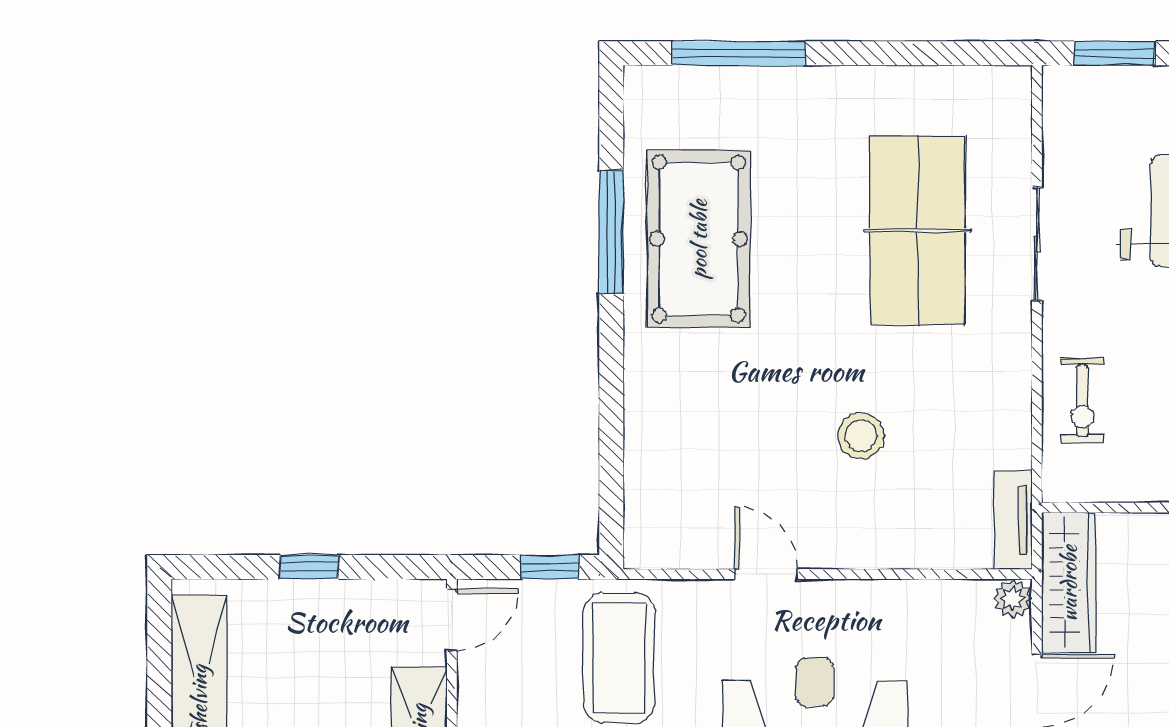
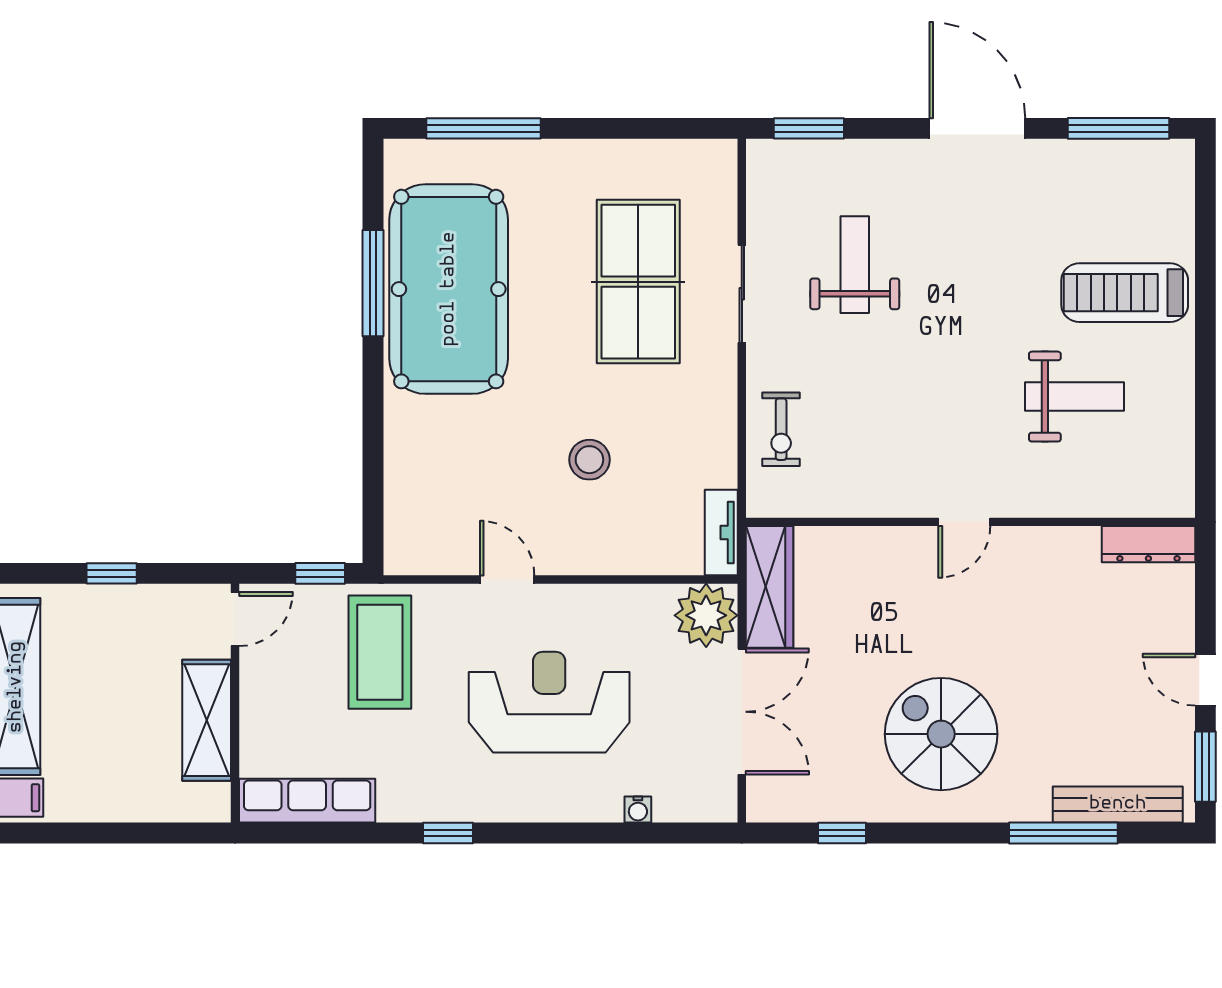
pool table: (699, 239) -> (449, 289), width x1.36, depth x1.32
plant: (1013, 598) -> (706, 615), width x1.87, depth x1.87

